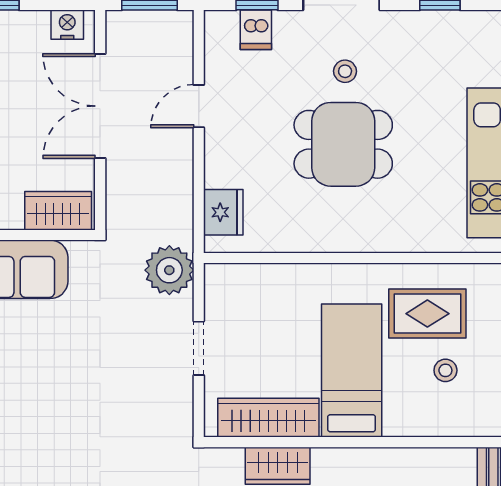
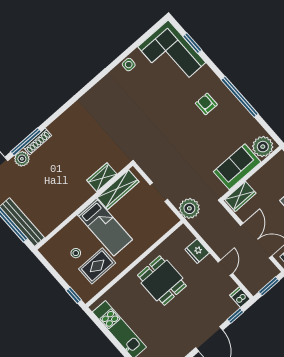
dishwasher: (256, 30) -> (240, 297), moved
stool: (345, 71) -> (189, 319), removed
dining table: (343, 144) -> (162, 281), moved, turned 90
fridge: (223, 212) -> (197, 251), moved

